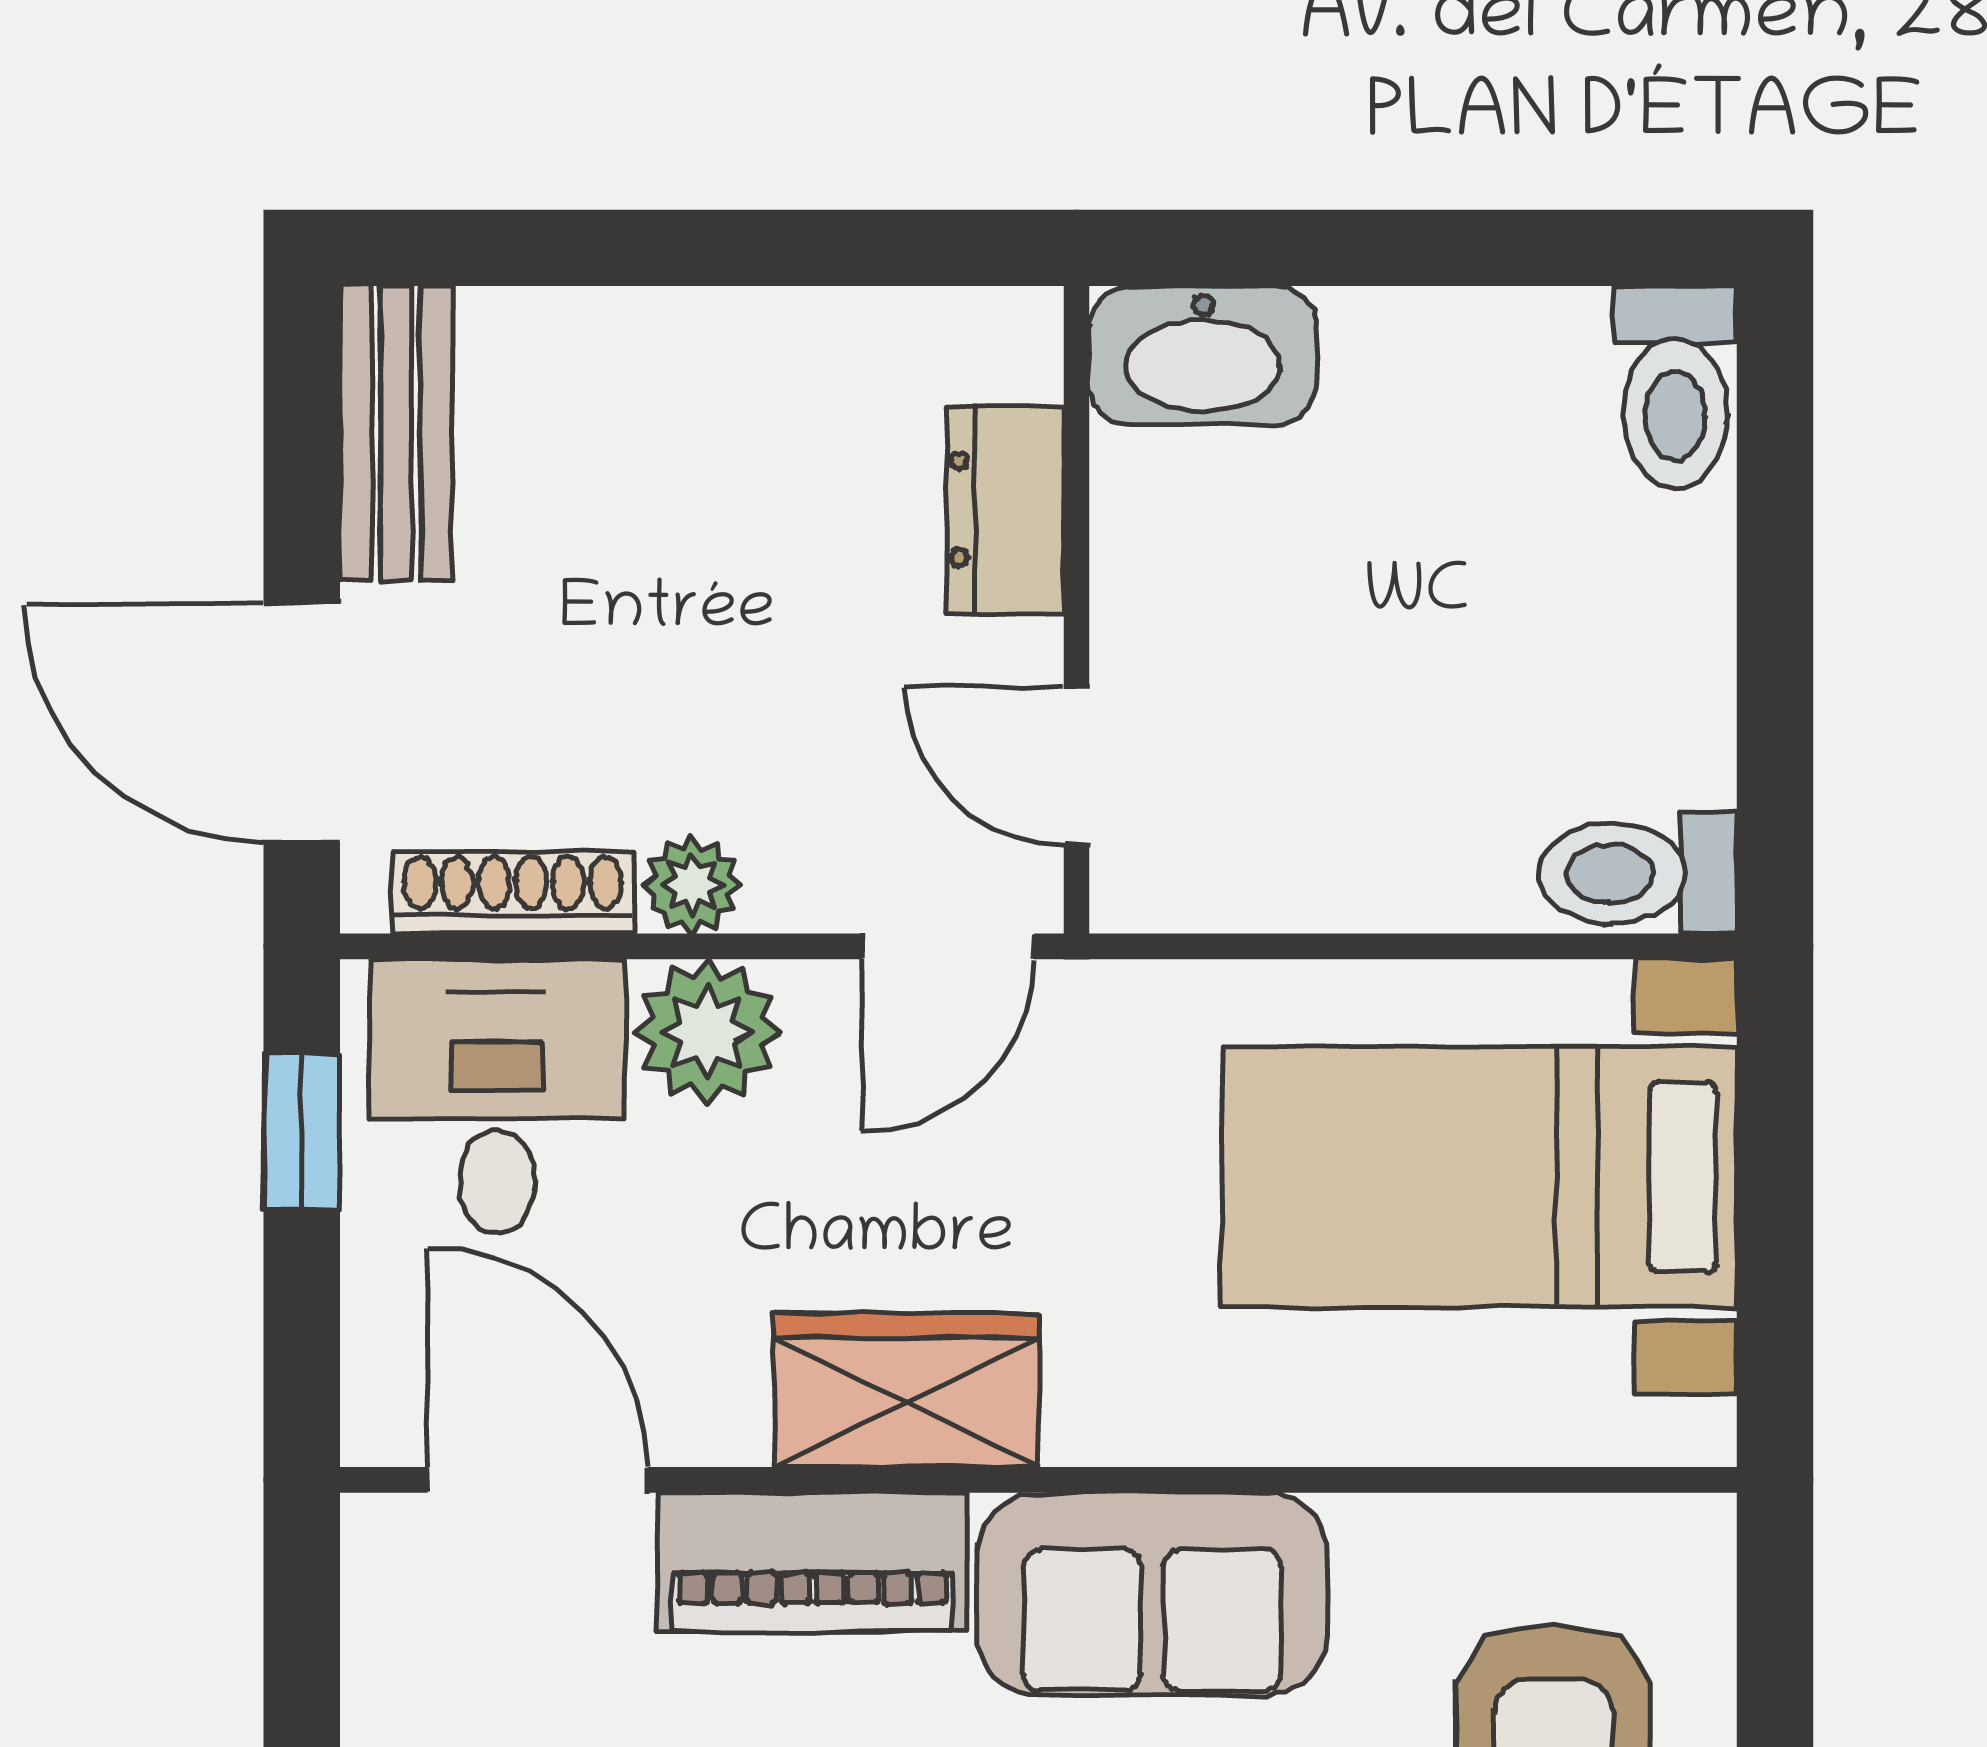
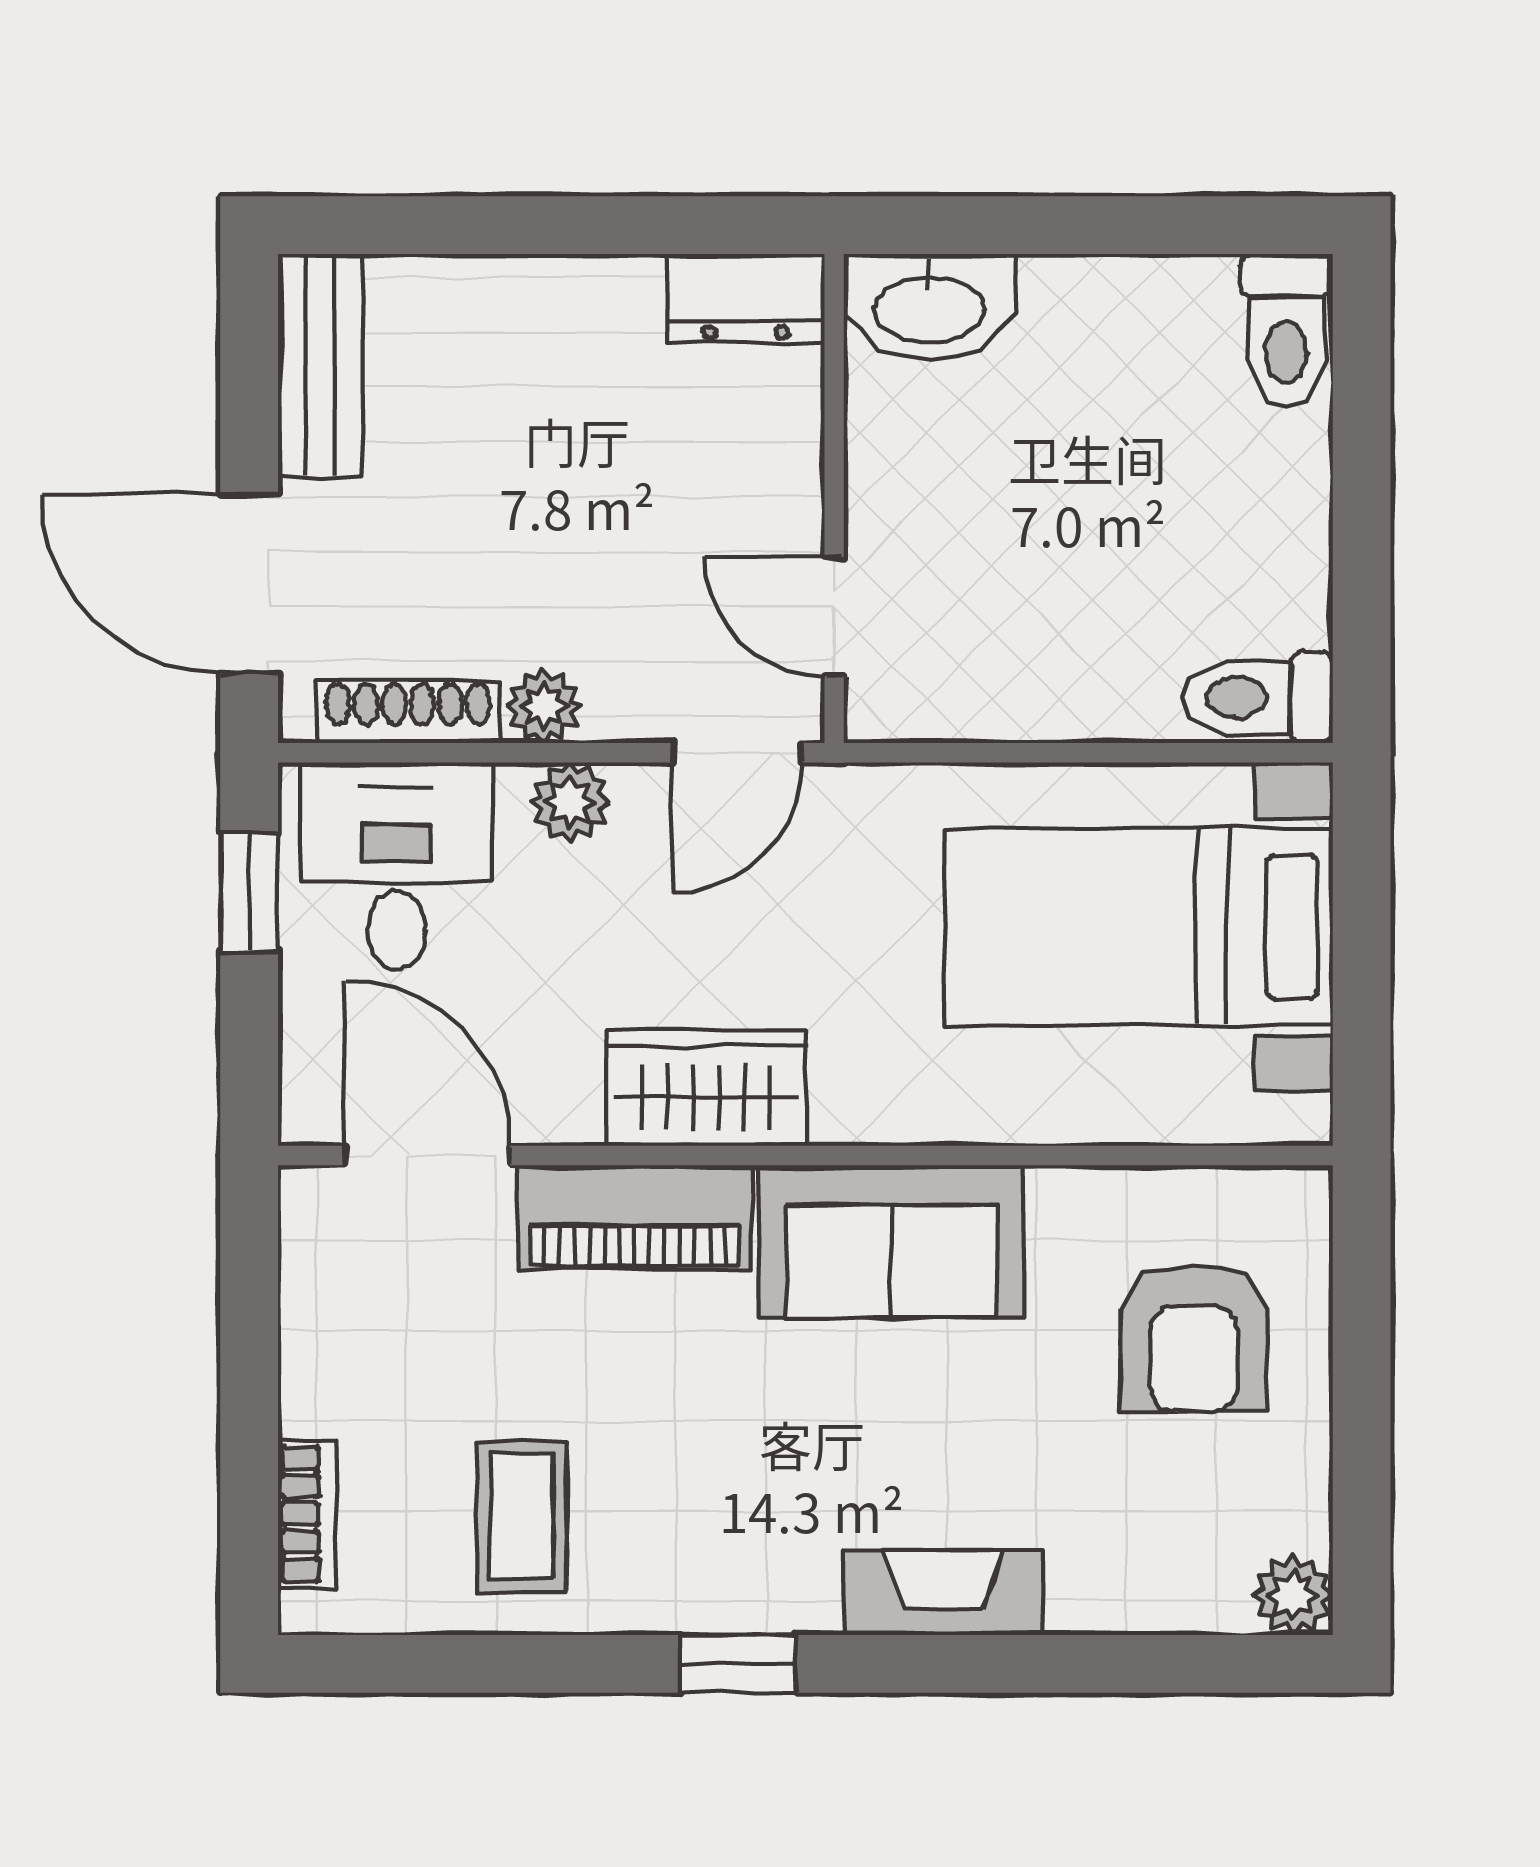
dresser: (1005, 509) -> (746, 298), moved, turned -90
plant: (707, 1032) -> (570, 802), width x0.73, depth x0.73

